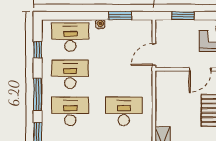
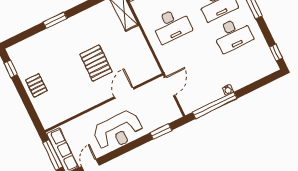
window: (120, 16) -> (215, 105), width x2.11
desk: (70, 37) -> (248, 66), removed
window: (38, 50) -> (276, 52), moved

